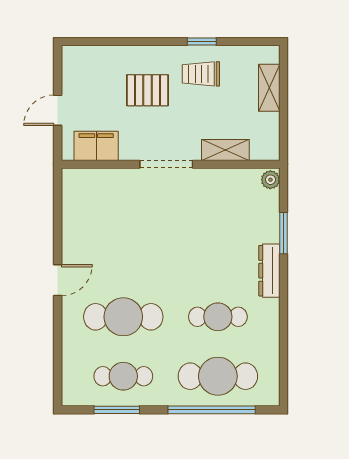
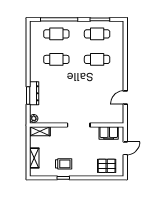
pallet: (147, 90) -> (107, 166), moved
shelving: (225, 150) -> (40, 131), moved
dresser: (269, 271) -> (34, 93), moved
door: (58, 280) -> (125, 97), moved
cafe table: (123, 317) -> (97, 59), width x0.73, depth x0.74
cafe table: (218, 376) -> (56, 34), width x0.73, depth x0.74

